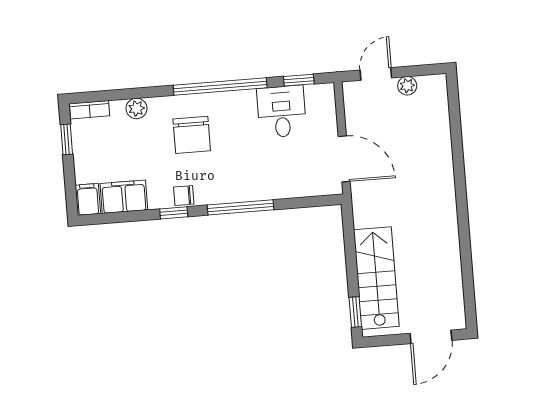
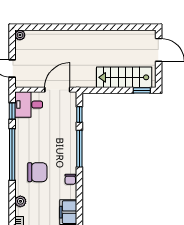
plant: (407, 86) -> (20, 35), moved
desk: (282, 112) -> (29, 105), moved
window: (174, 213) -> (79, 115), moved

